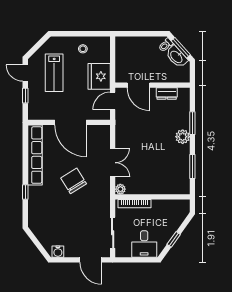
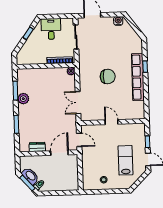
fridge: (99, 76) -> (90, 159), removed
door: (138, 85) -> (59, 153), hinge flipped
door: (113, 101) -> (79, 140), hinge flipped
door: (71, 122) -> (111, 122), width x0.53
plant: (183, 137) -> (23, 99), moved
row of seats: (35, 155) -> (138, 77), moved
double door: (113, 163) -> (78, 103), moved
chair: (74, 181) -> (108, 77), turned -58

